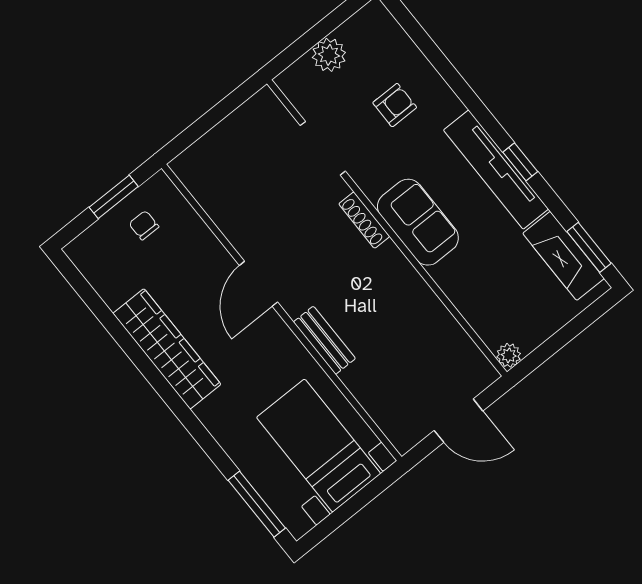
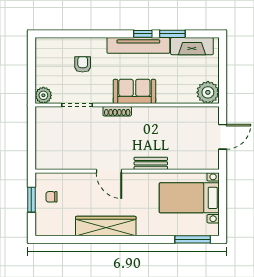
plant: (329, 55) -> (43, 95), moved
window: (589, 247) -> (172, 34), moved
plant: (509, 355) -> (208, 92), width x1.87, depth x1.87

